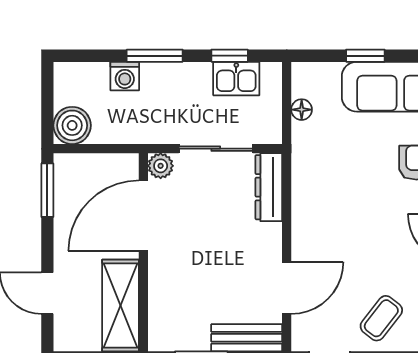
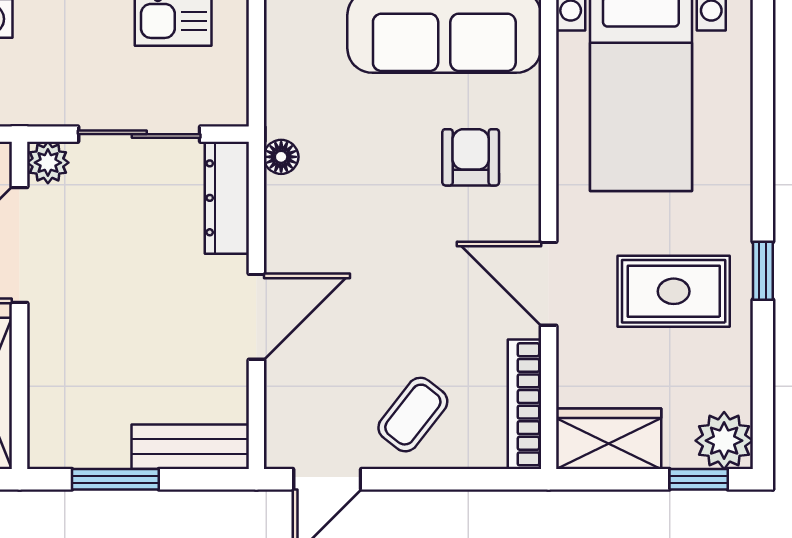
floor lamp: (302, 110) -> (281, 157), moved
door: (287, 288) -> (256, 317), moved

